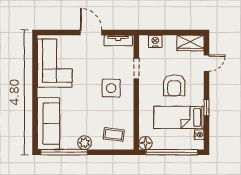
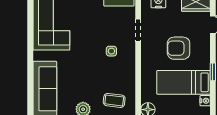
armchair: (174, 85) -> (179, 48), turned 90
side table: (111, 88) -> (111, 51), width x0.54, depth x0.54

